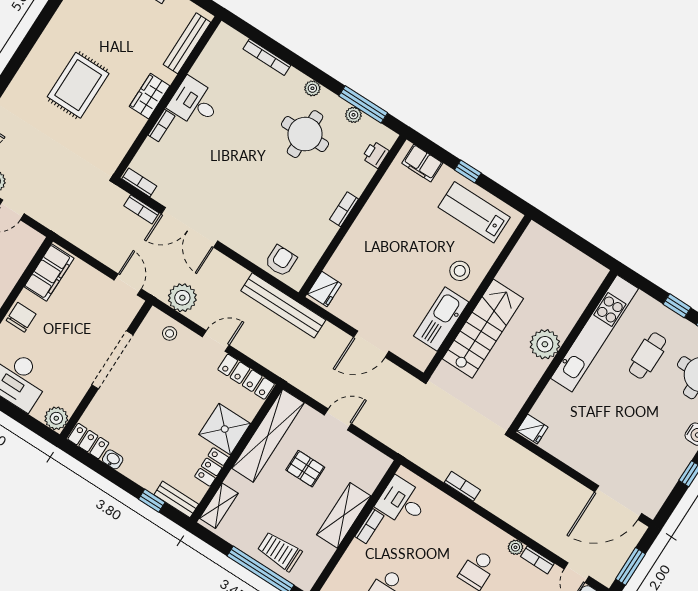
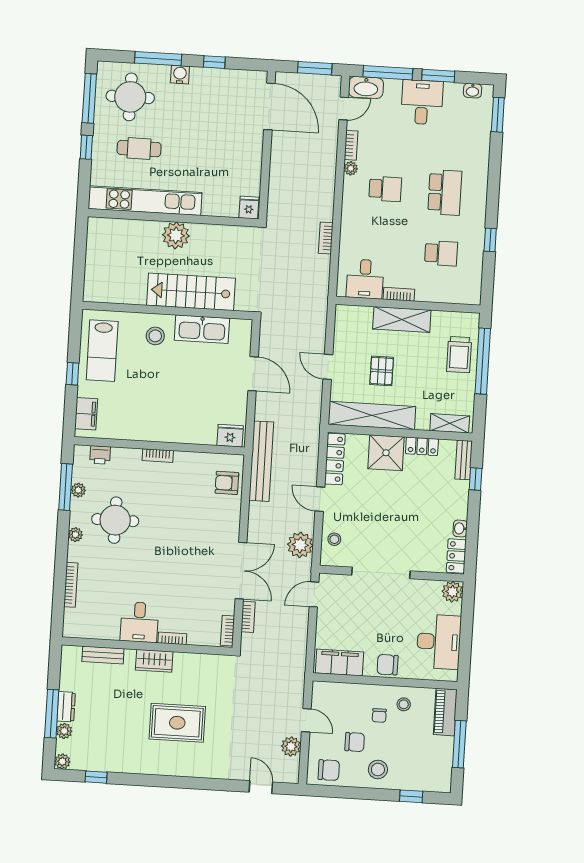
bench: (187, 43) -> (103, 655), width x0.73

